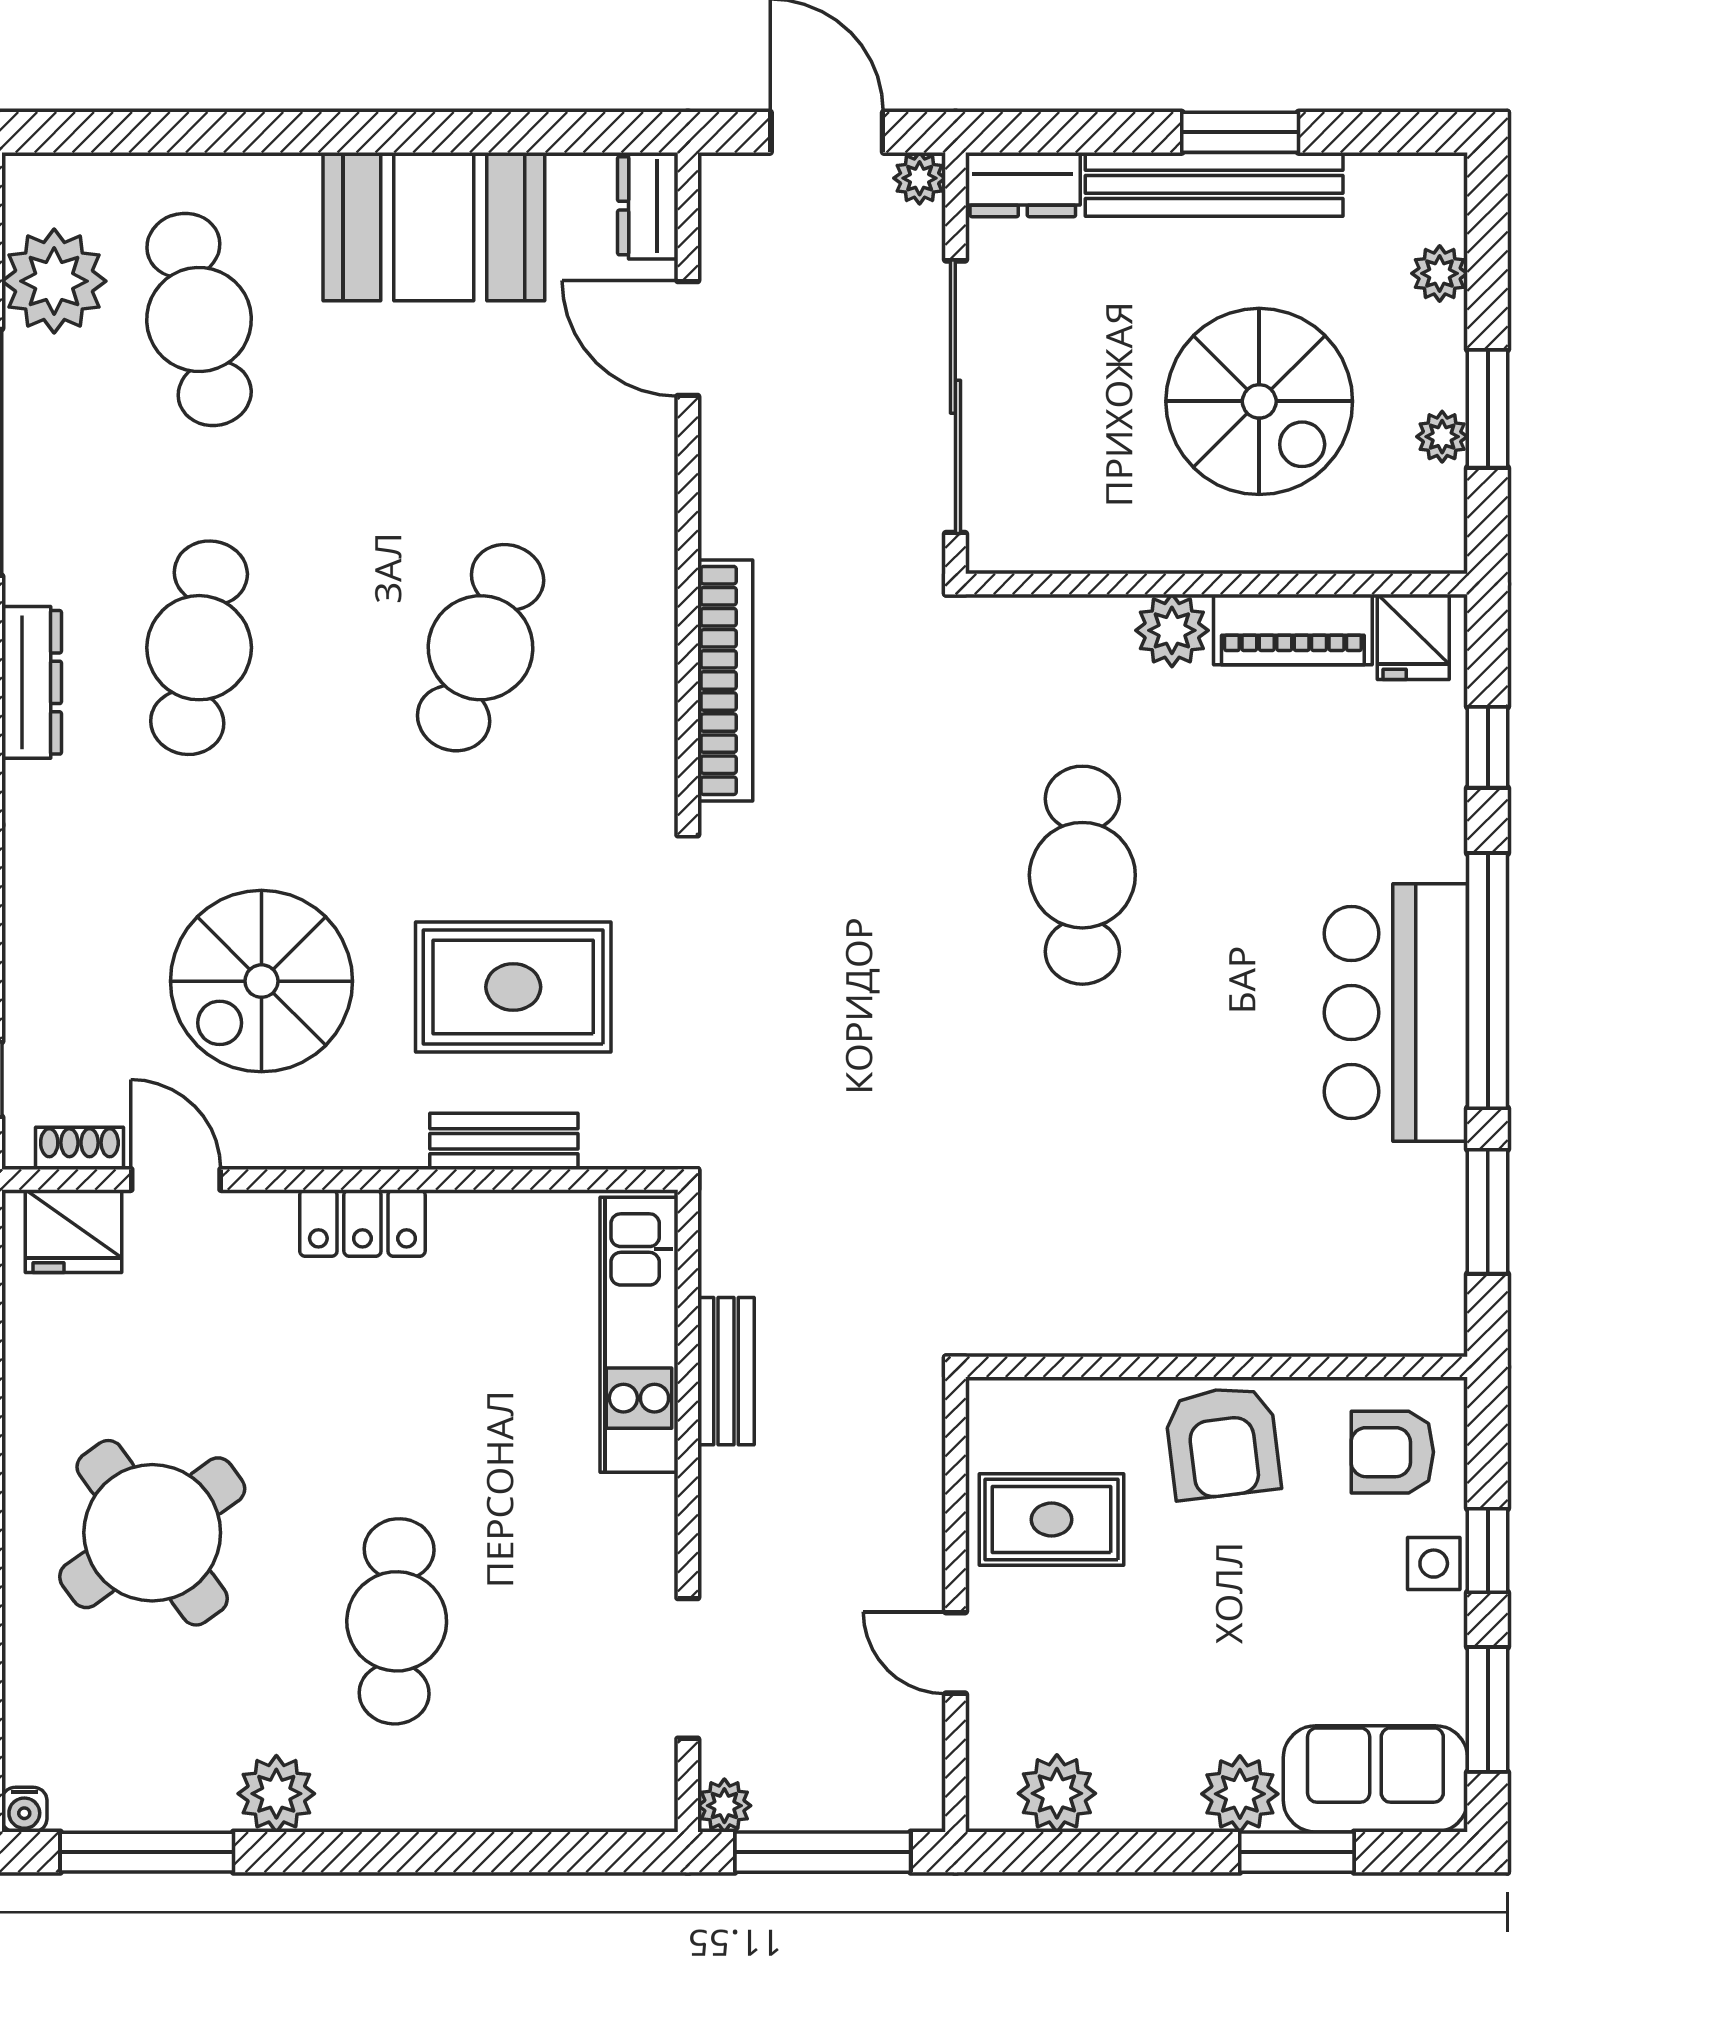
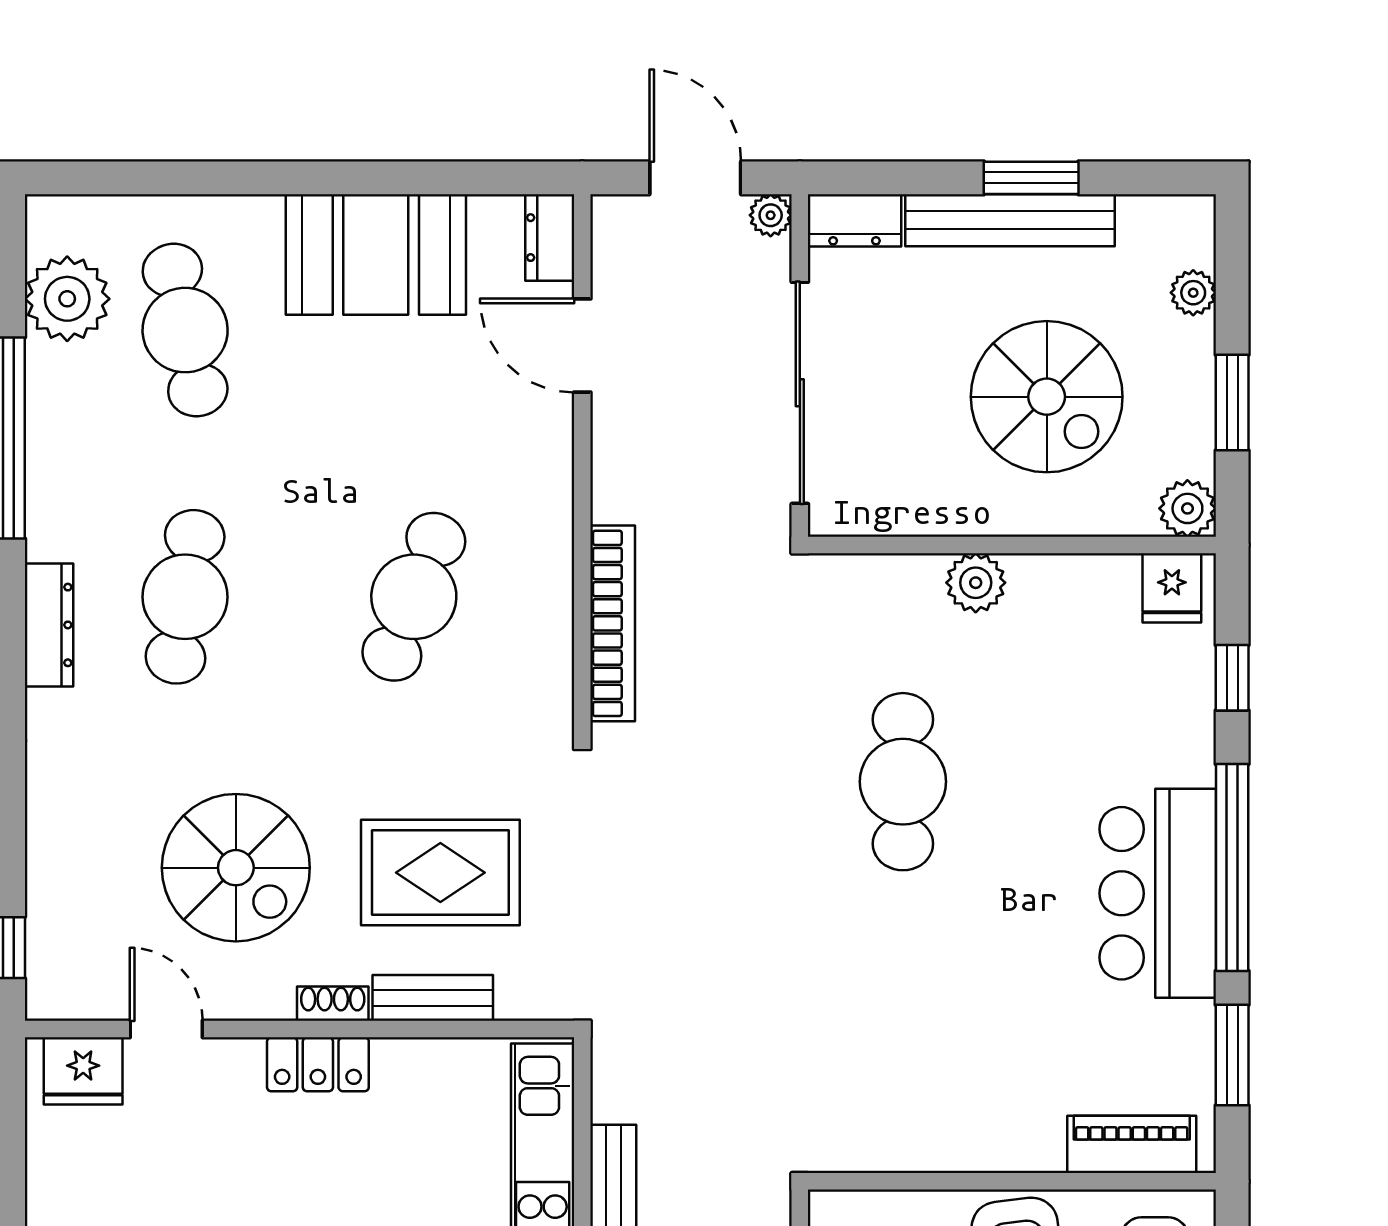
plant: (1442, 437) -> (1187, 508), moved, width x1.38, depth x1.38
piano: (1293, 629) -> (1132, 1144), moved, turned 180
spiral stairs: (261, 981) -> (236, 868), turned -90
shoe rack: (79, 1148) -> (333, 1004), moved

